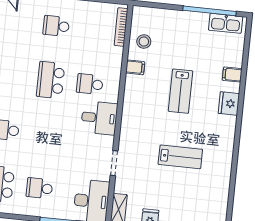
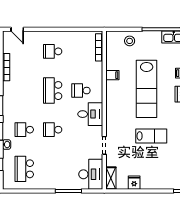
stool: (144, 41) -> (130, 41), moved
lab bench: (181, 91) -> (147, 89), width x1.86, depth x1.39
school desk: (39, 188) -> (53, 130), moved

